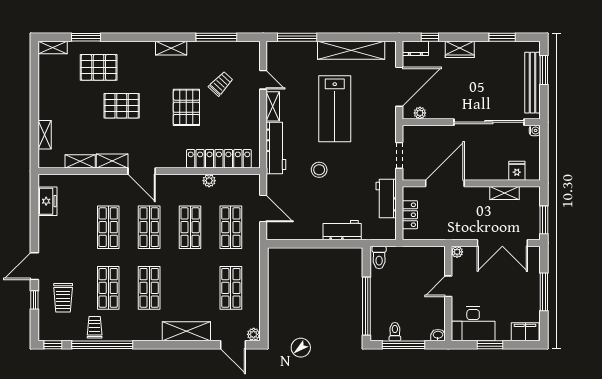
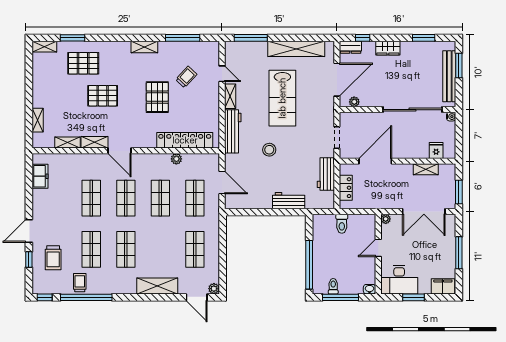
toilet: (379, 257) -> (342, 224), moved

